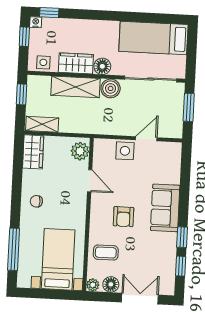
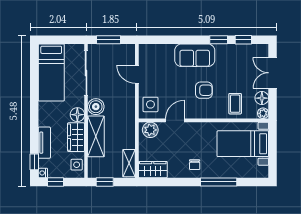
tv unit: (71, 26) -> (44, 143), added
side table: (125, 151) -> (150, 104), moved
window: (14, 249) -> (219, 182), moved

